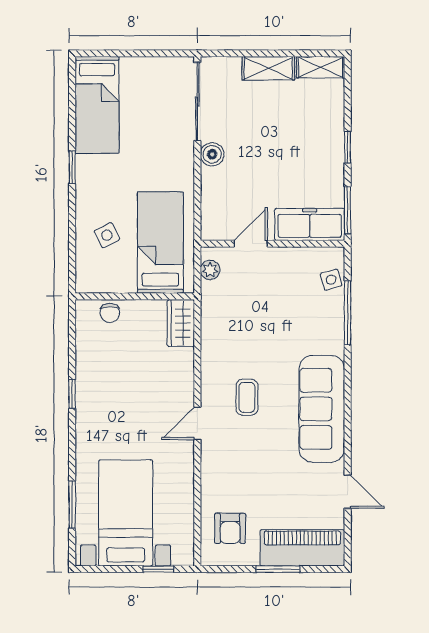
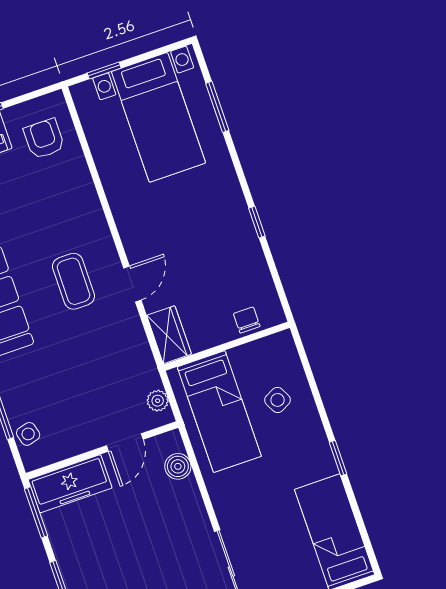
boiler: (212, 154) -> (178, 466), moved
coffee table: (247, 397) -> (74, 281), width x1.36, depth x1.30
door: (197, 423) -> (132, 284), moved

